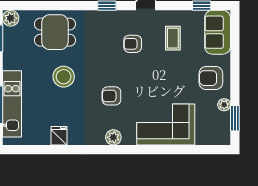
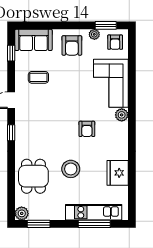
armchair: (133, 44) -> (115, 42), moved
fridge: (59, 136) -> (118, 173), width x1.88, depth x1.34
plant: (113, 137) -> (122, 115), moved

